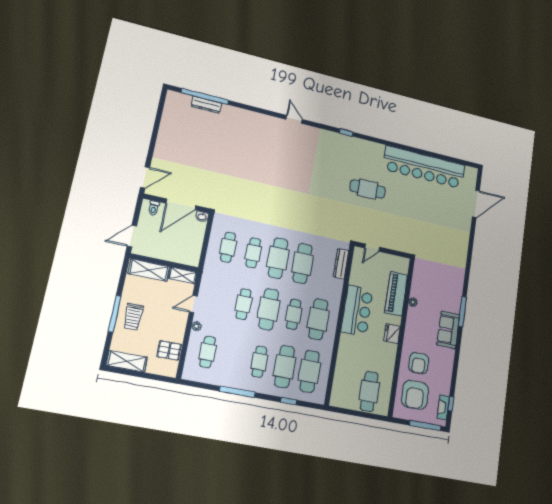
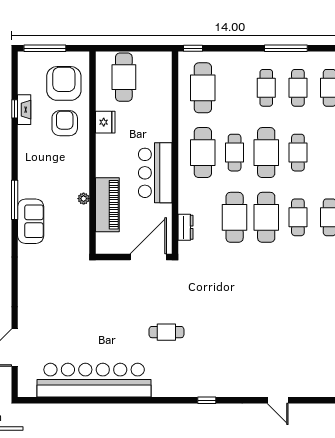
cafe table: (368, 189) -> (166, 332), width x0.73, depth x0.74
door: (372, 248) -> (148, 257), width x1.87
dresser: (341, 264) -> (186, 227), width x0.70
sofa: (448, 330) -> (31, 221), moved
fridge: (392, 334) -> (105, 122), moved
cafe table: (285, 367) -> (298, 88), moved, width x0.73, depth x0.74
window: (289, 401) -> (193, 48), moved
window: (451, 404) -> (15, 109), moved
fireplace: (443, 407) -> (24, 110), moved

